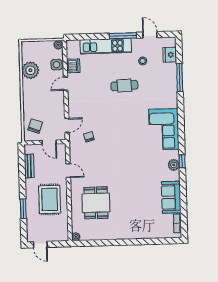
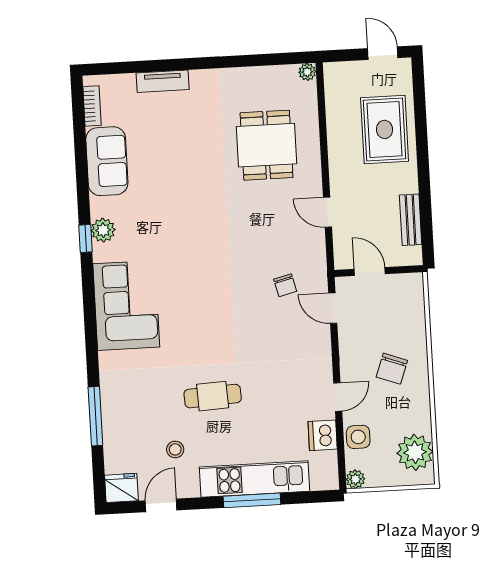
door: (150, 35) -> (161, 505), swing flipped
window: (123, 36) -> (252, 500), moved
fridge: (170, 55) -> (121, 488), moved, turned -90
plant: (30, 70) -> (415, 452), moved
door: (67, 125) -> (333, 308), hinge flipped
chair: (35, 126) -> (392, 369), moved
rug: (50, 199) -> (385, 129), moved
window: (23, 209) -> (421, 129), removed
tv unit: (144, 234) -> (163, 81), added

